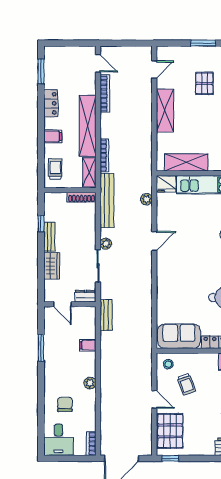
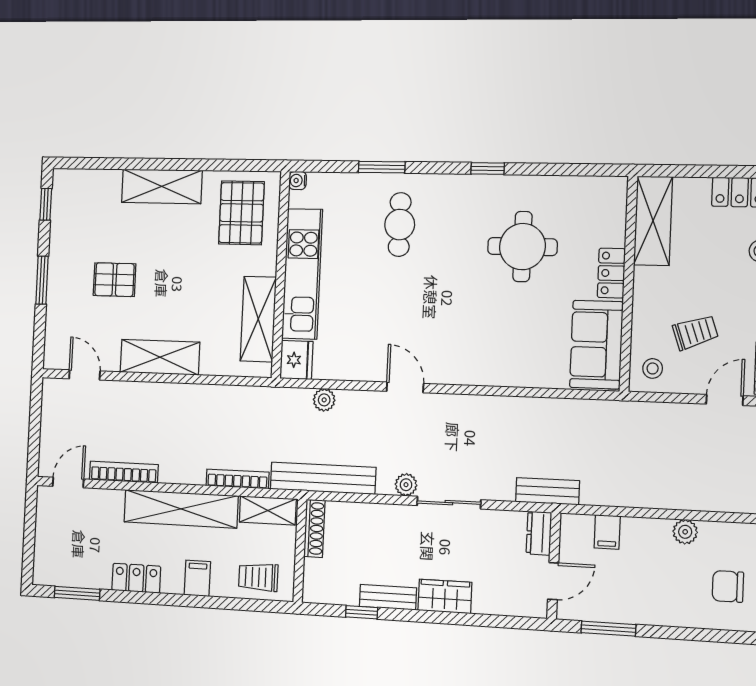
dresser: (85, 296) -> (539, 533), moved
door: (62, 304) -> (553, 581), moved
wall: (70, 304) -> (554, 566), moved

